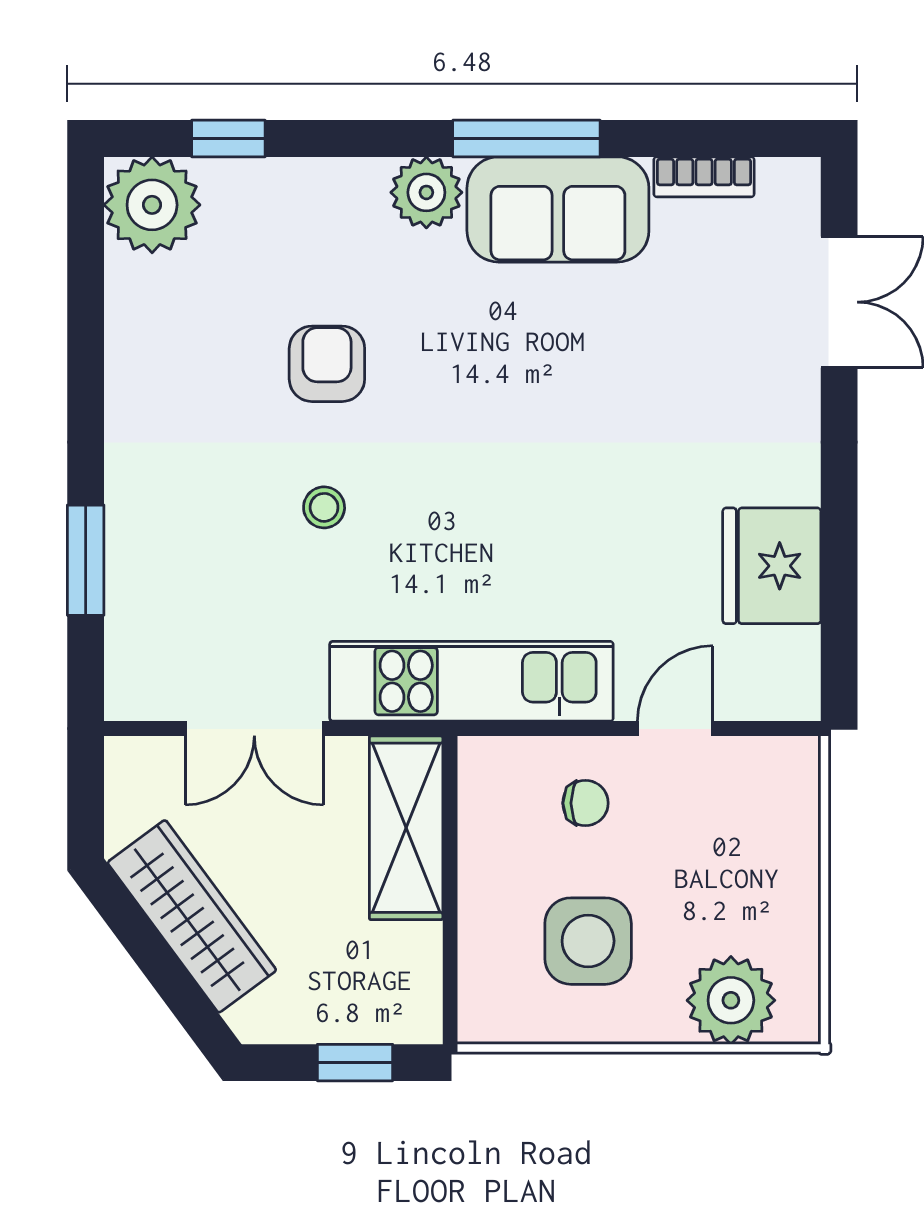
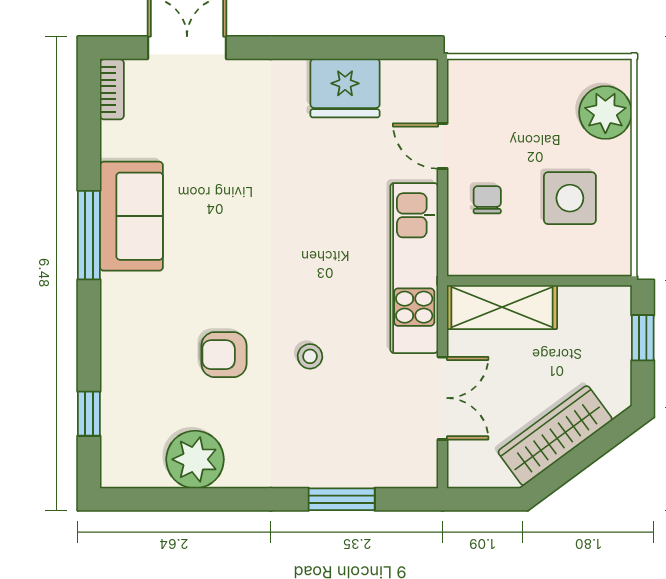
bookcase: (704, 177) -> (112, 89), moved
plant: (426, 192) -> (121, 295), removed
plant: (152, 205) -> (195, 459), moved

